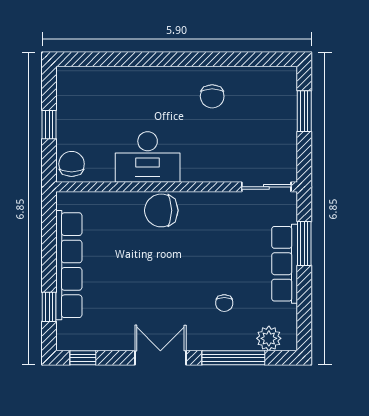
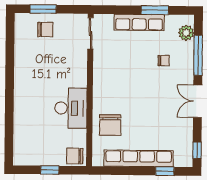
chair: (212, 96) -> (45, 30), moved
chair: (161, 210) -> (110, 125), moved
window: (304, 244) -> (155, 10), moved

